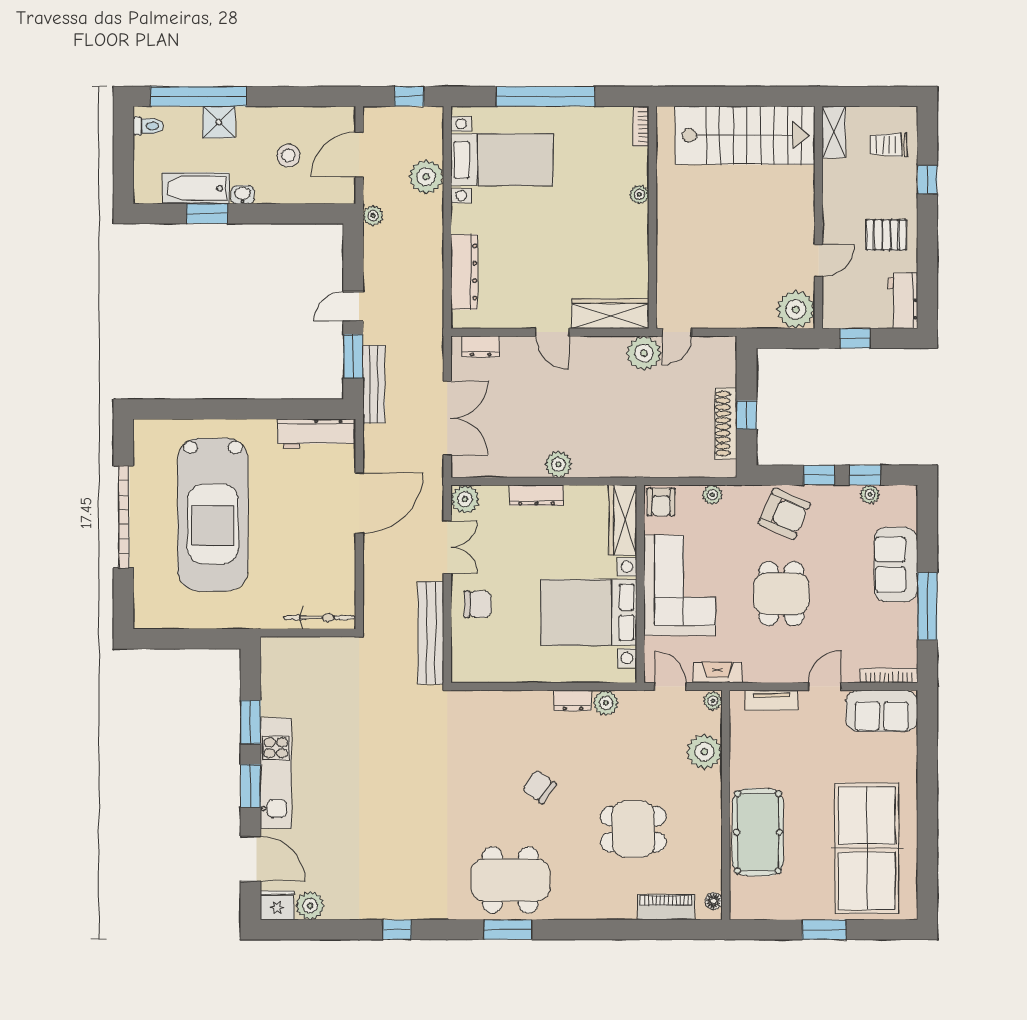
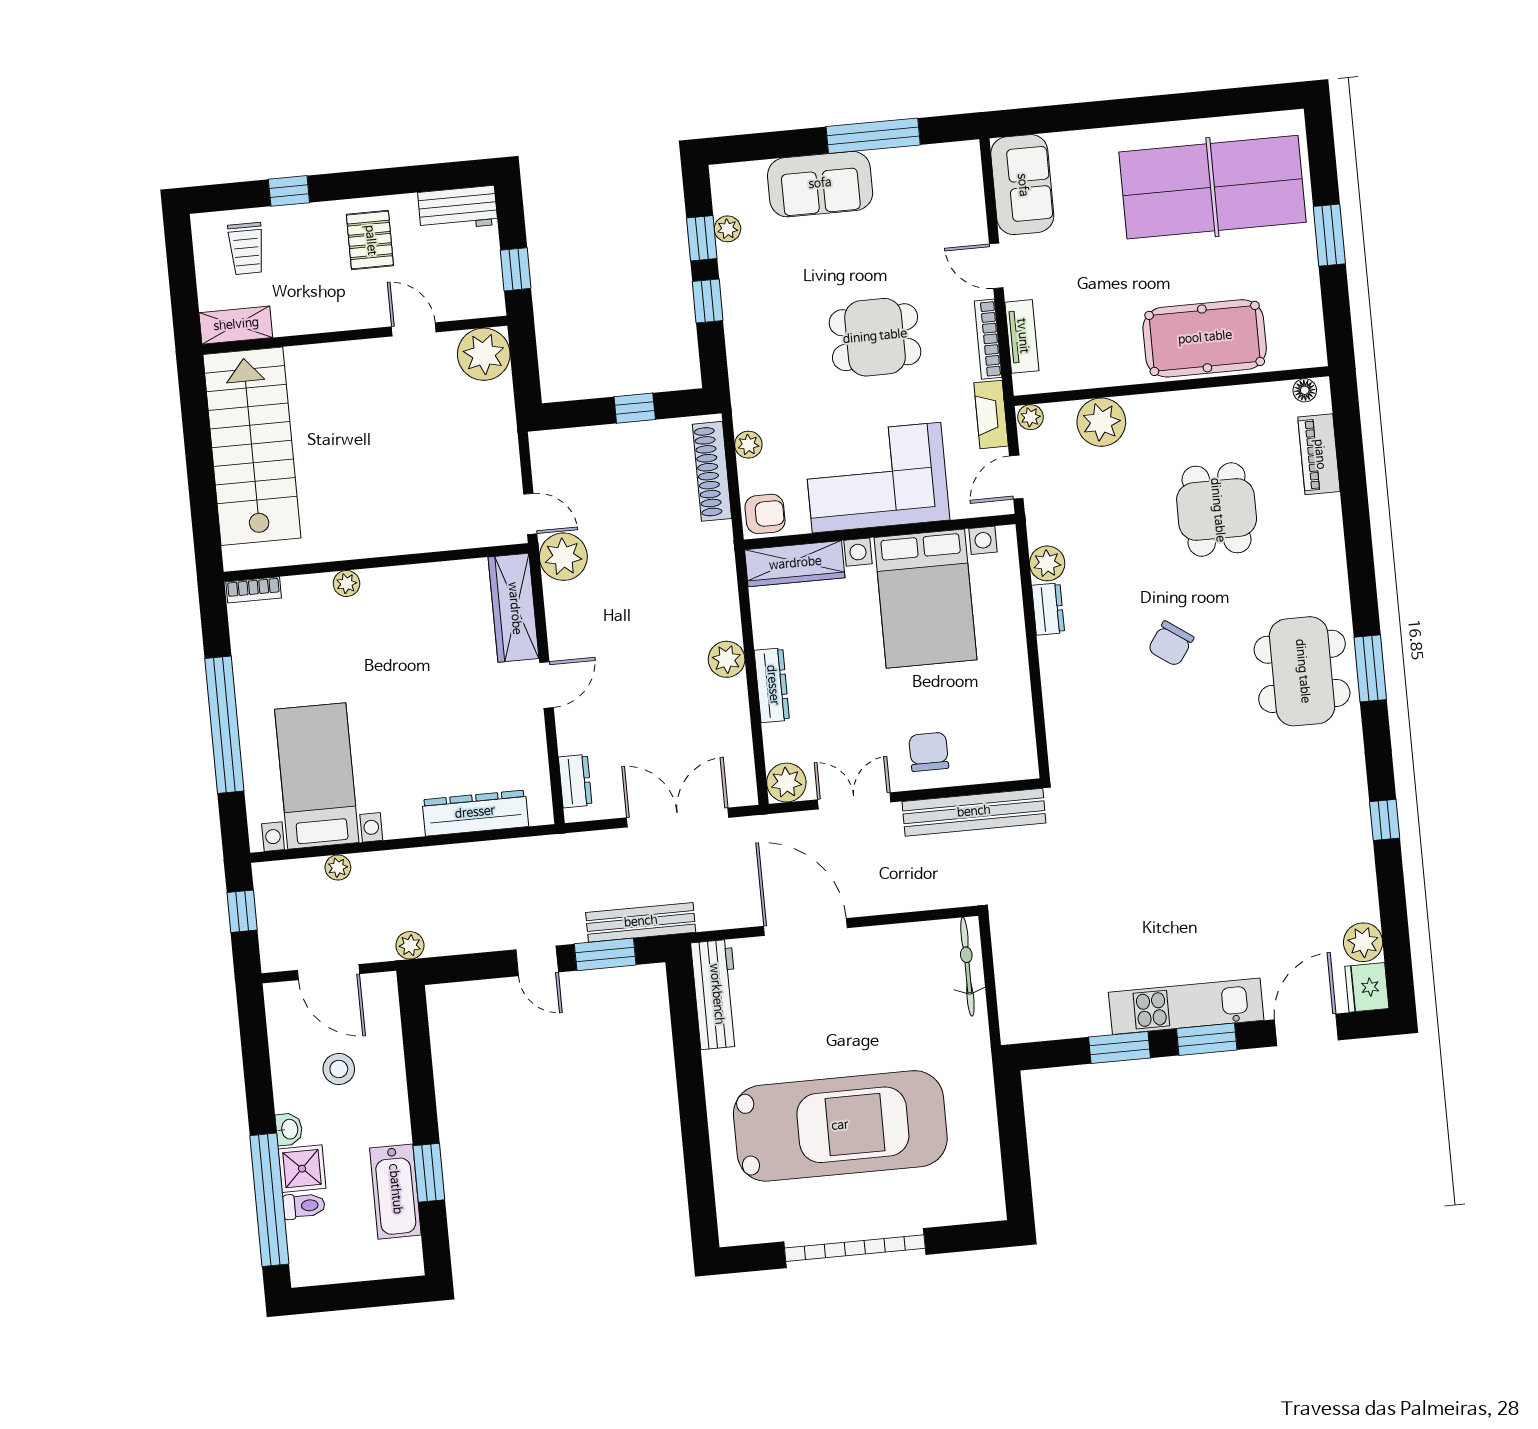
toilet: (148, 126) -> (304, 1206), moved, turned 90
plant: (426, 177) -> (338, 868), width x0.53, depth x0.53
washbasin: (243, 195) -> (289, 1129), moved, turned 180
shoe rack: (726, 423) -> (712, 471), moved, turned 90
armchair: (784, 514) -> (765, 344), removed
bookcase: (889, 675) -> (988, 339), moved

